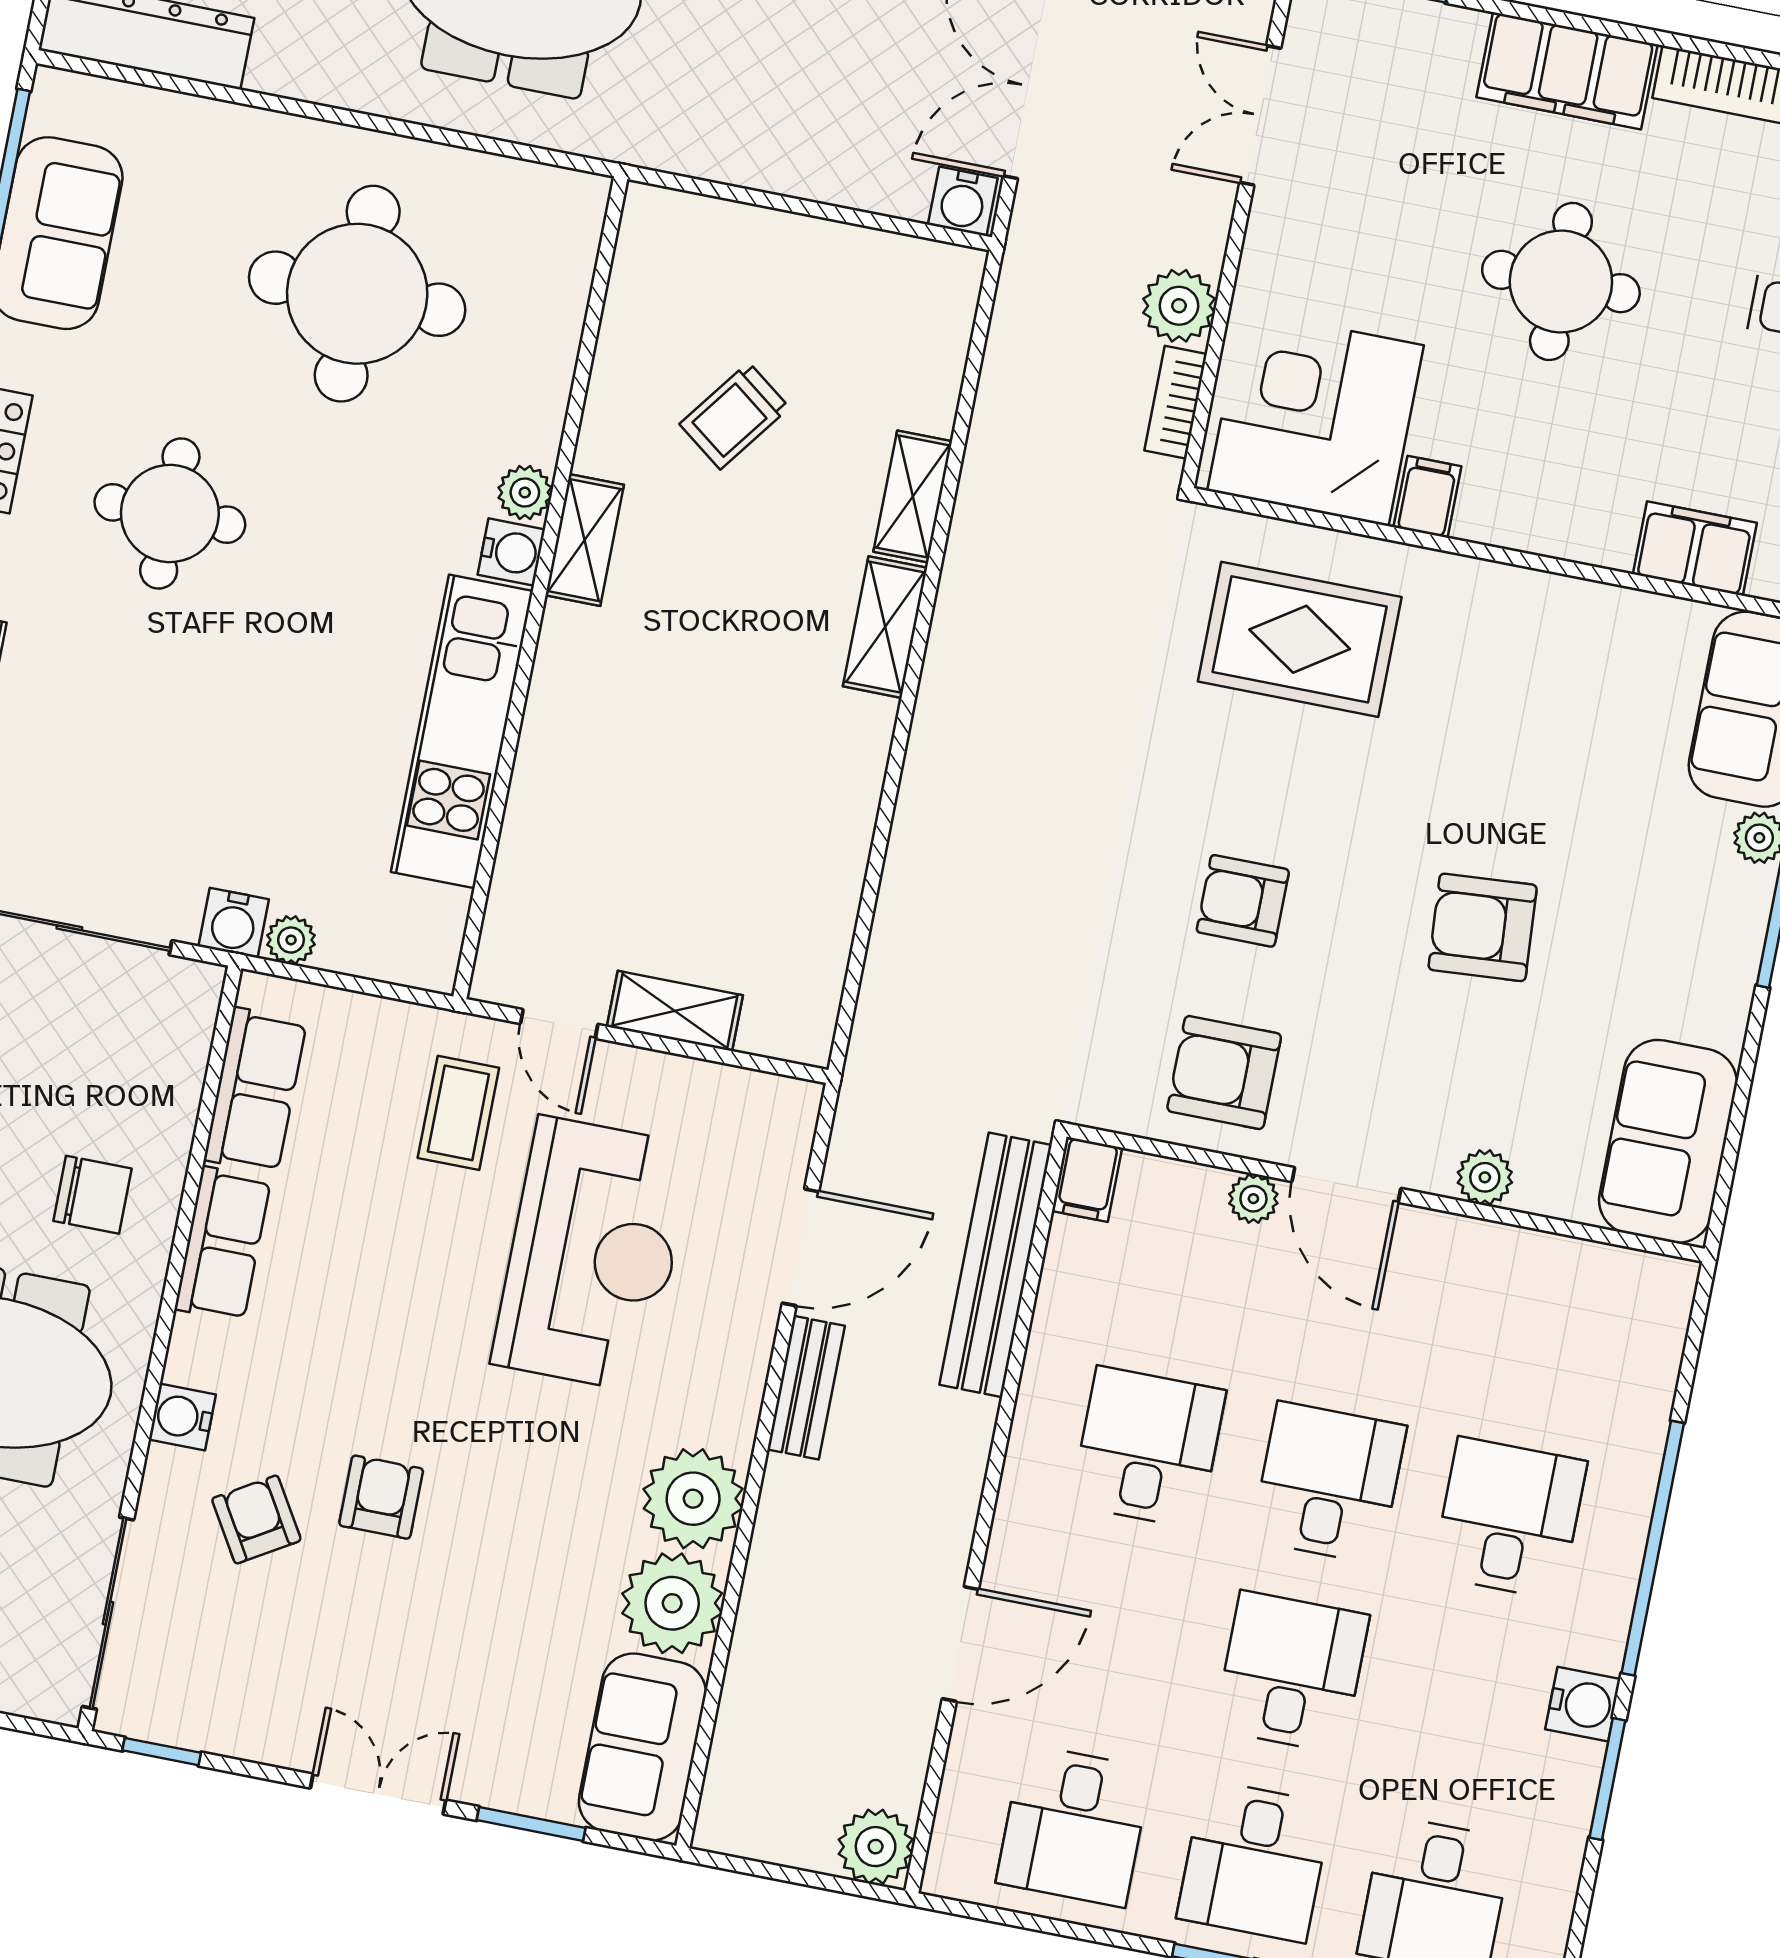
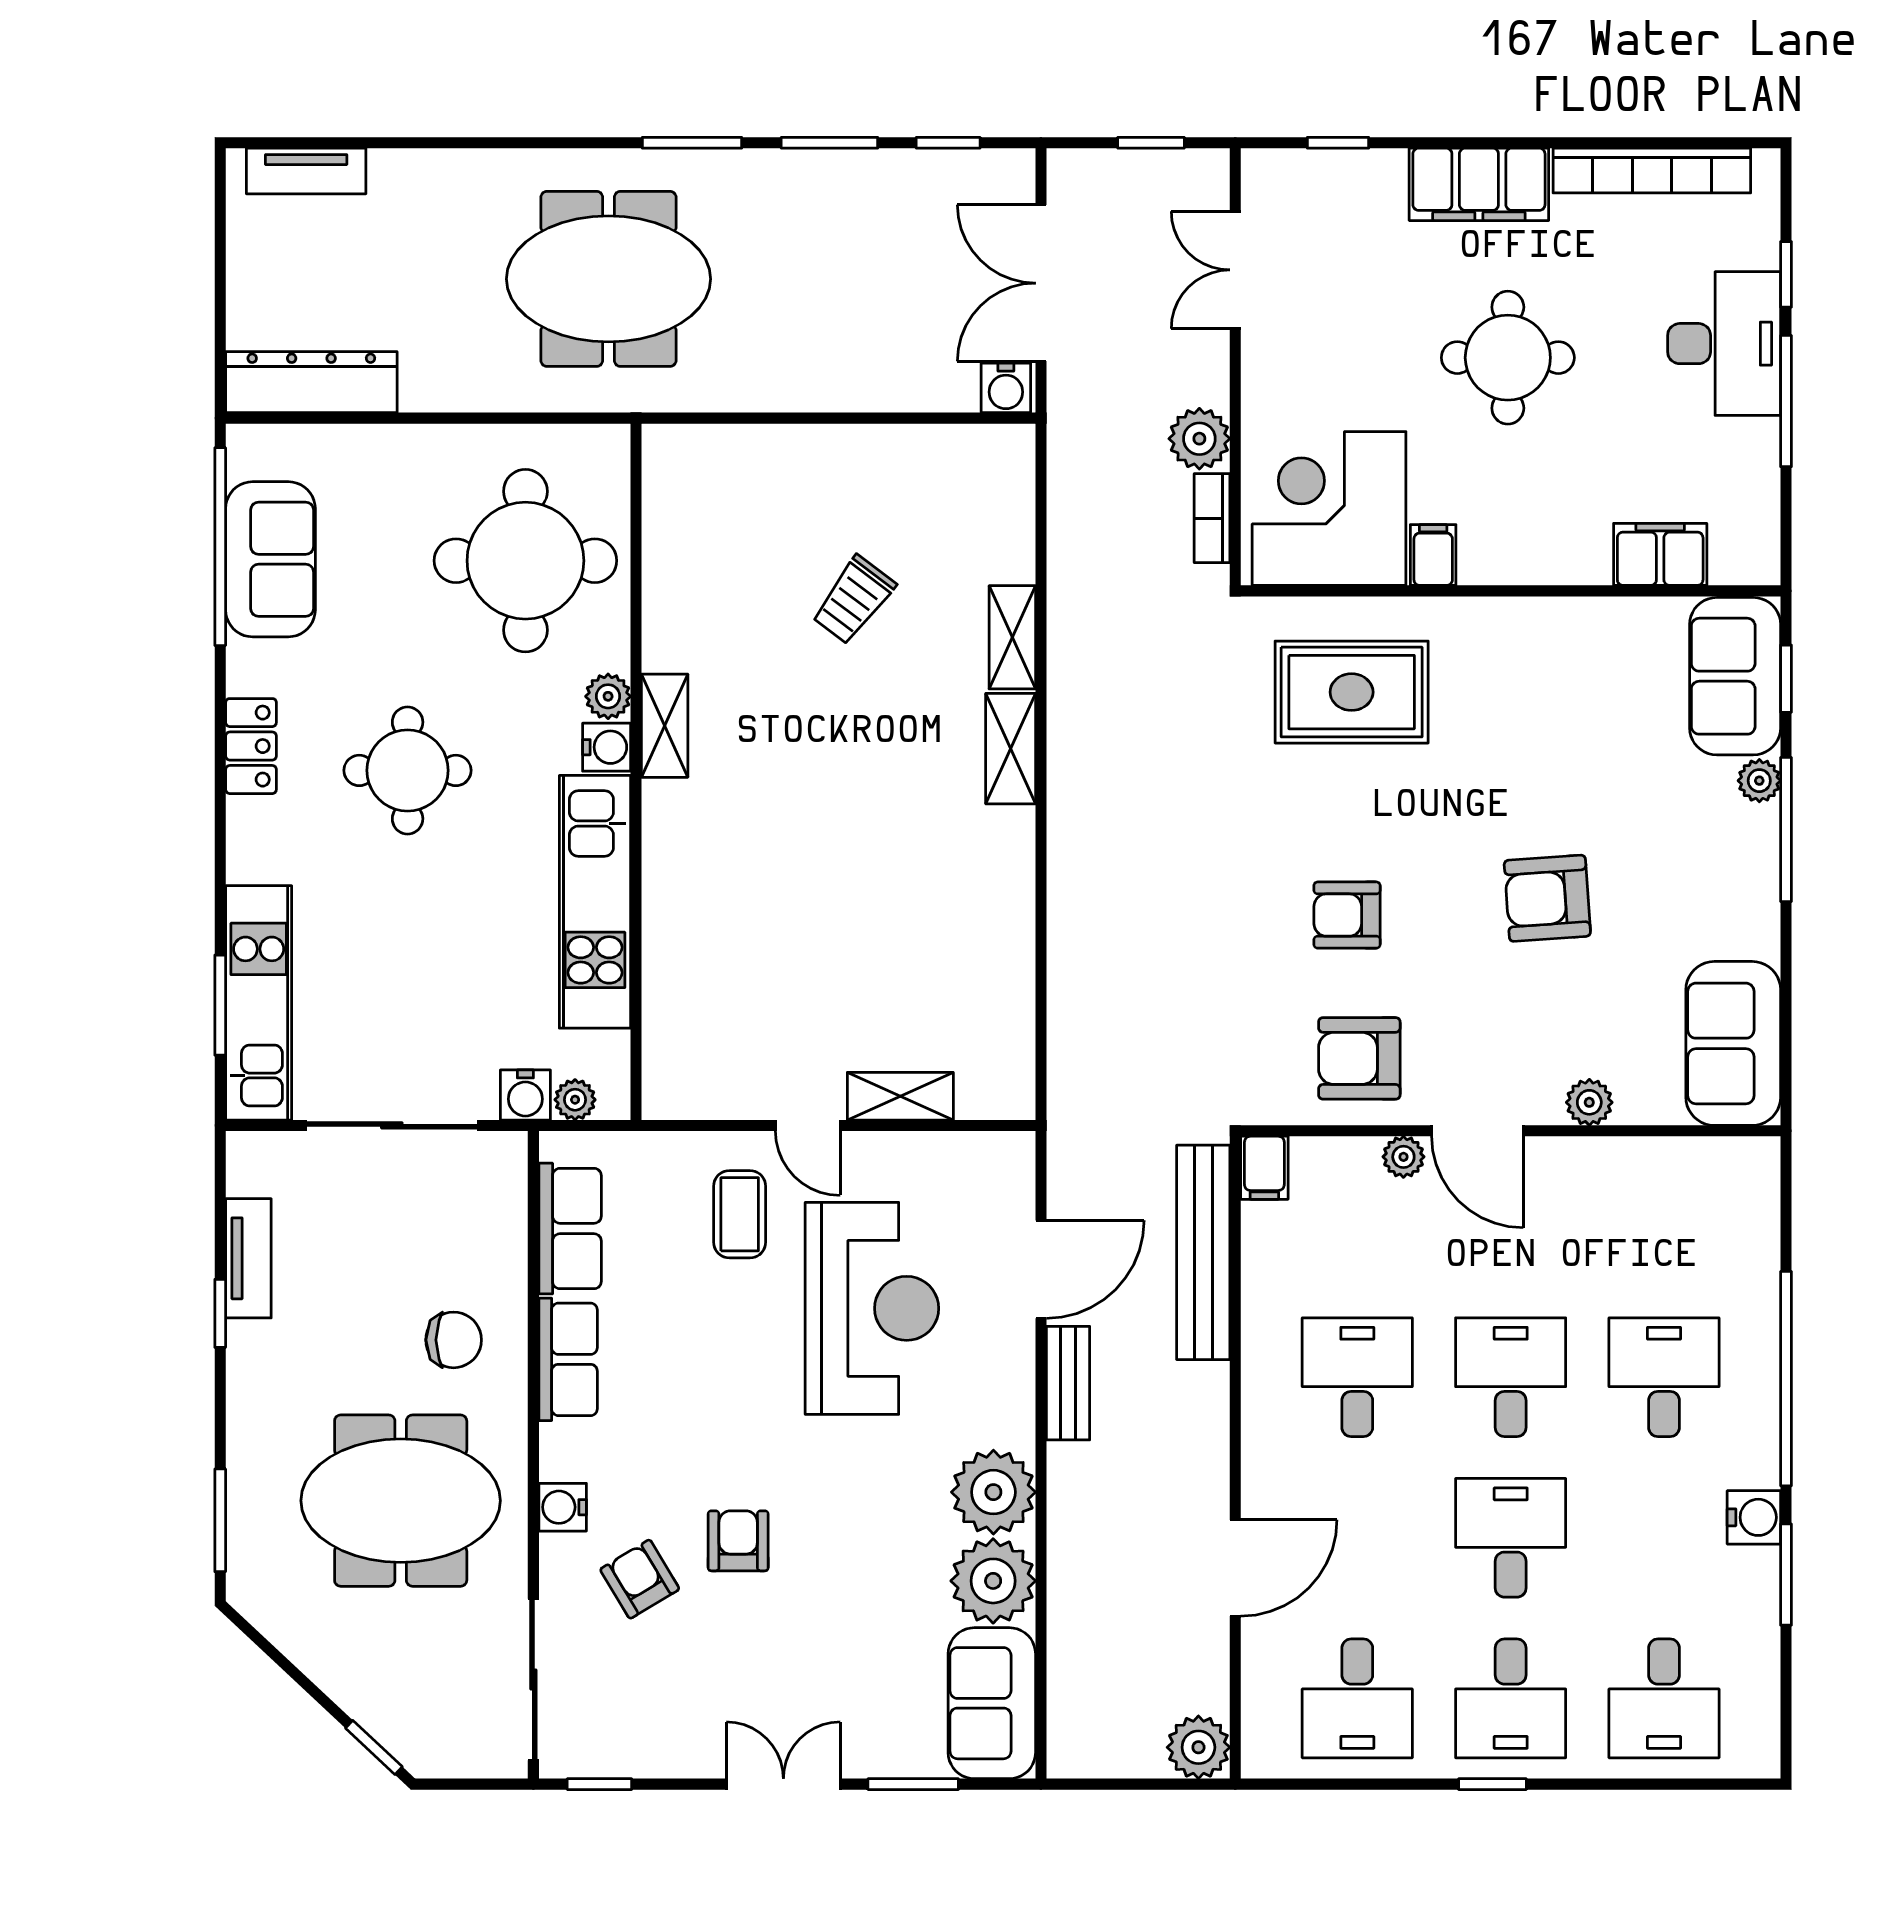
plant: (525, 492) -> (608, 696), moved
shelving: (585, 540) -> (665, 726), moved
water cooler: (511, 552) -> (607, 747), moved
wall: (540, 588) -> (636, 772), moved
kitchen unit: (462, 731) -> (595, 902), moved

